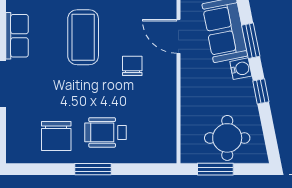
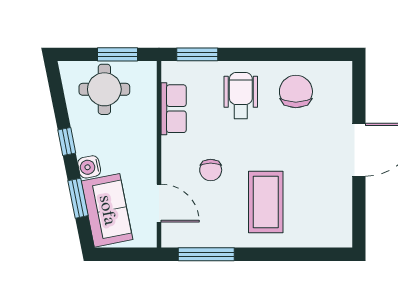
row of seats: (17, 36) -> (174, 109), moved, turned 180
wheelchair: (105, 132) -> (241, 95), turned -90
window: (93, 169) -> (197, 54), moved

